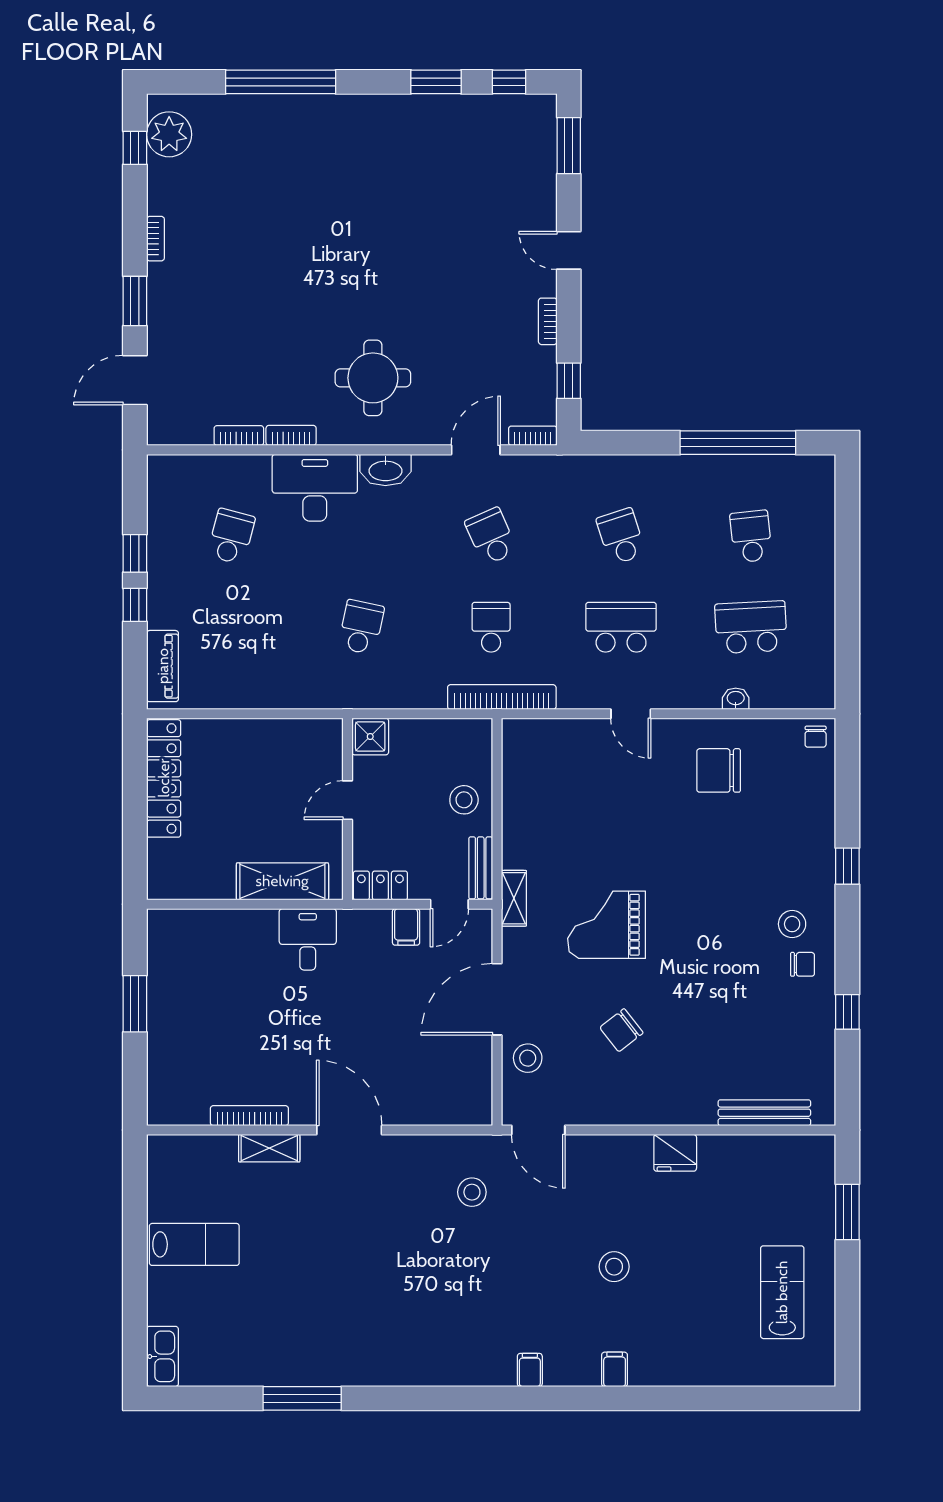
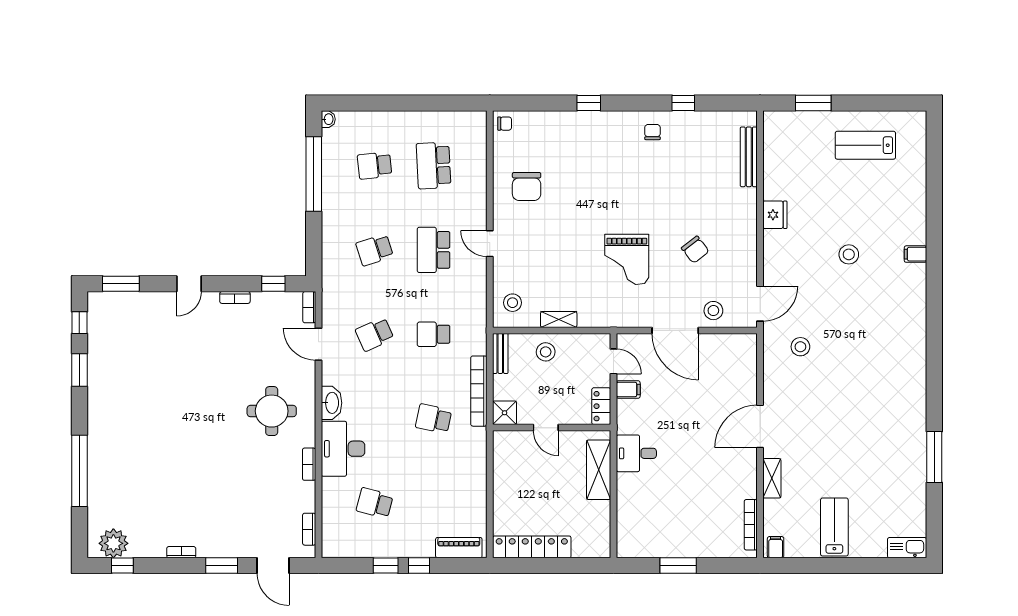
bookcase: (239, 436) -> (309, 529), moved
bookcase: (502, 697) -> (479, 391), moved
washbasin: (736, 699) -> (328, 119), moved, turned 180
door: (631, 714) -> (490, 244), swing flipped
bench: (481, 868) -> (500, 353), moved, turned 90
shelving: (514, 898) -> (559, 319), moved
stool: (792, 924) -> (512, 303), moved
bookcase: (249, 1116) -> (751, 525), moved
filing cabinet: (530, 1370) -> (776, 547), moved, turned 90

